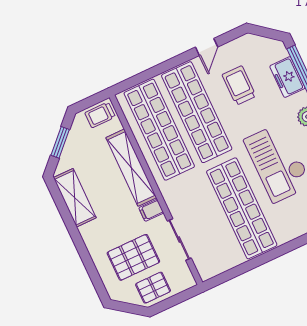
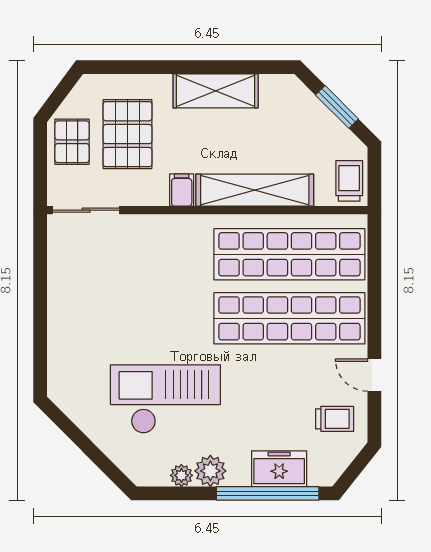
trolley: (239, 85) -> (335, 419), moved, width x0.73, depth x0.72
shelving: (75, 198) -> (216, 91), moved
shop shelf: (242, 208) -> (125, 318), removed
sliding door: (179, 239) -> (86, 210), moved

